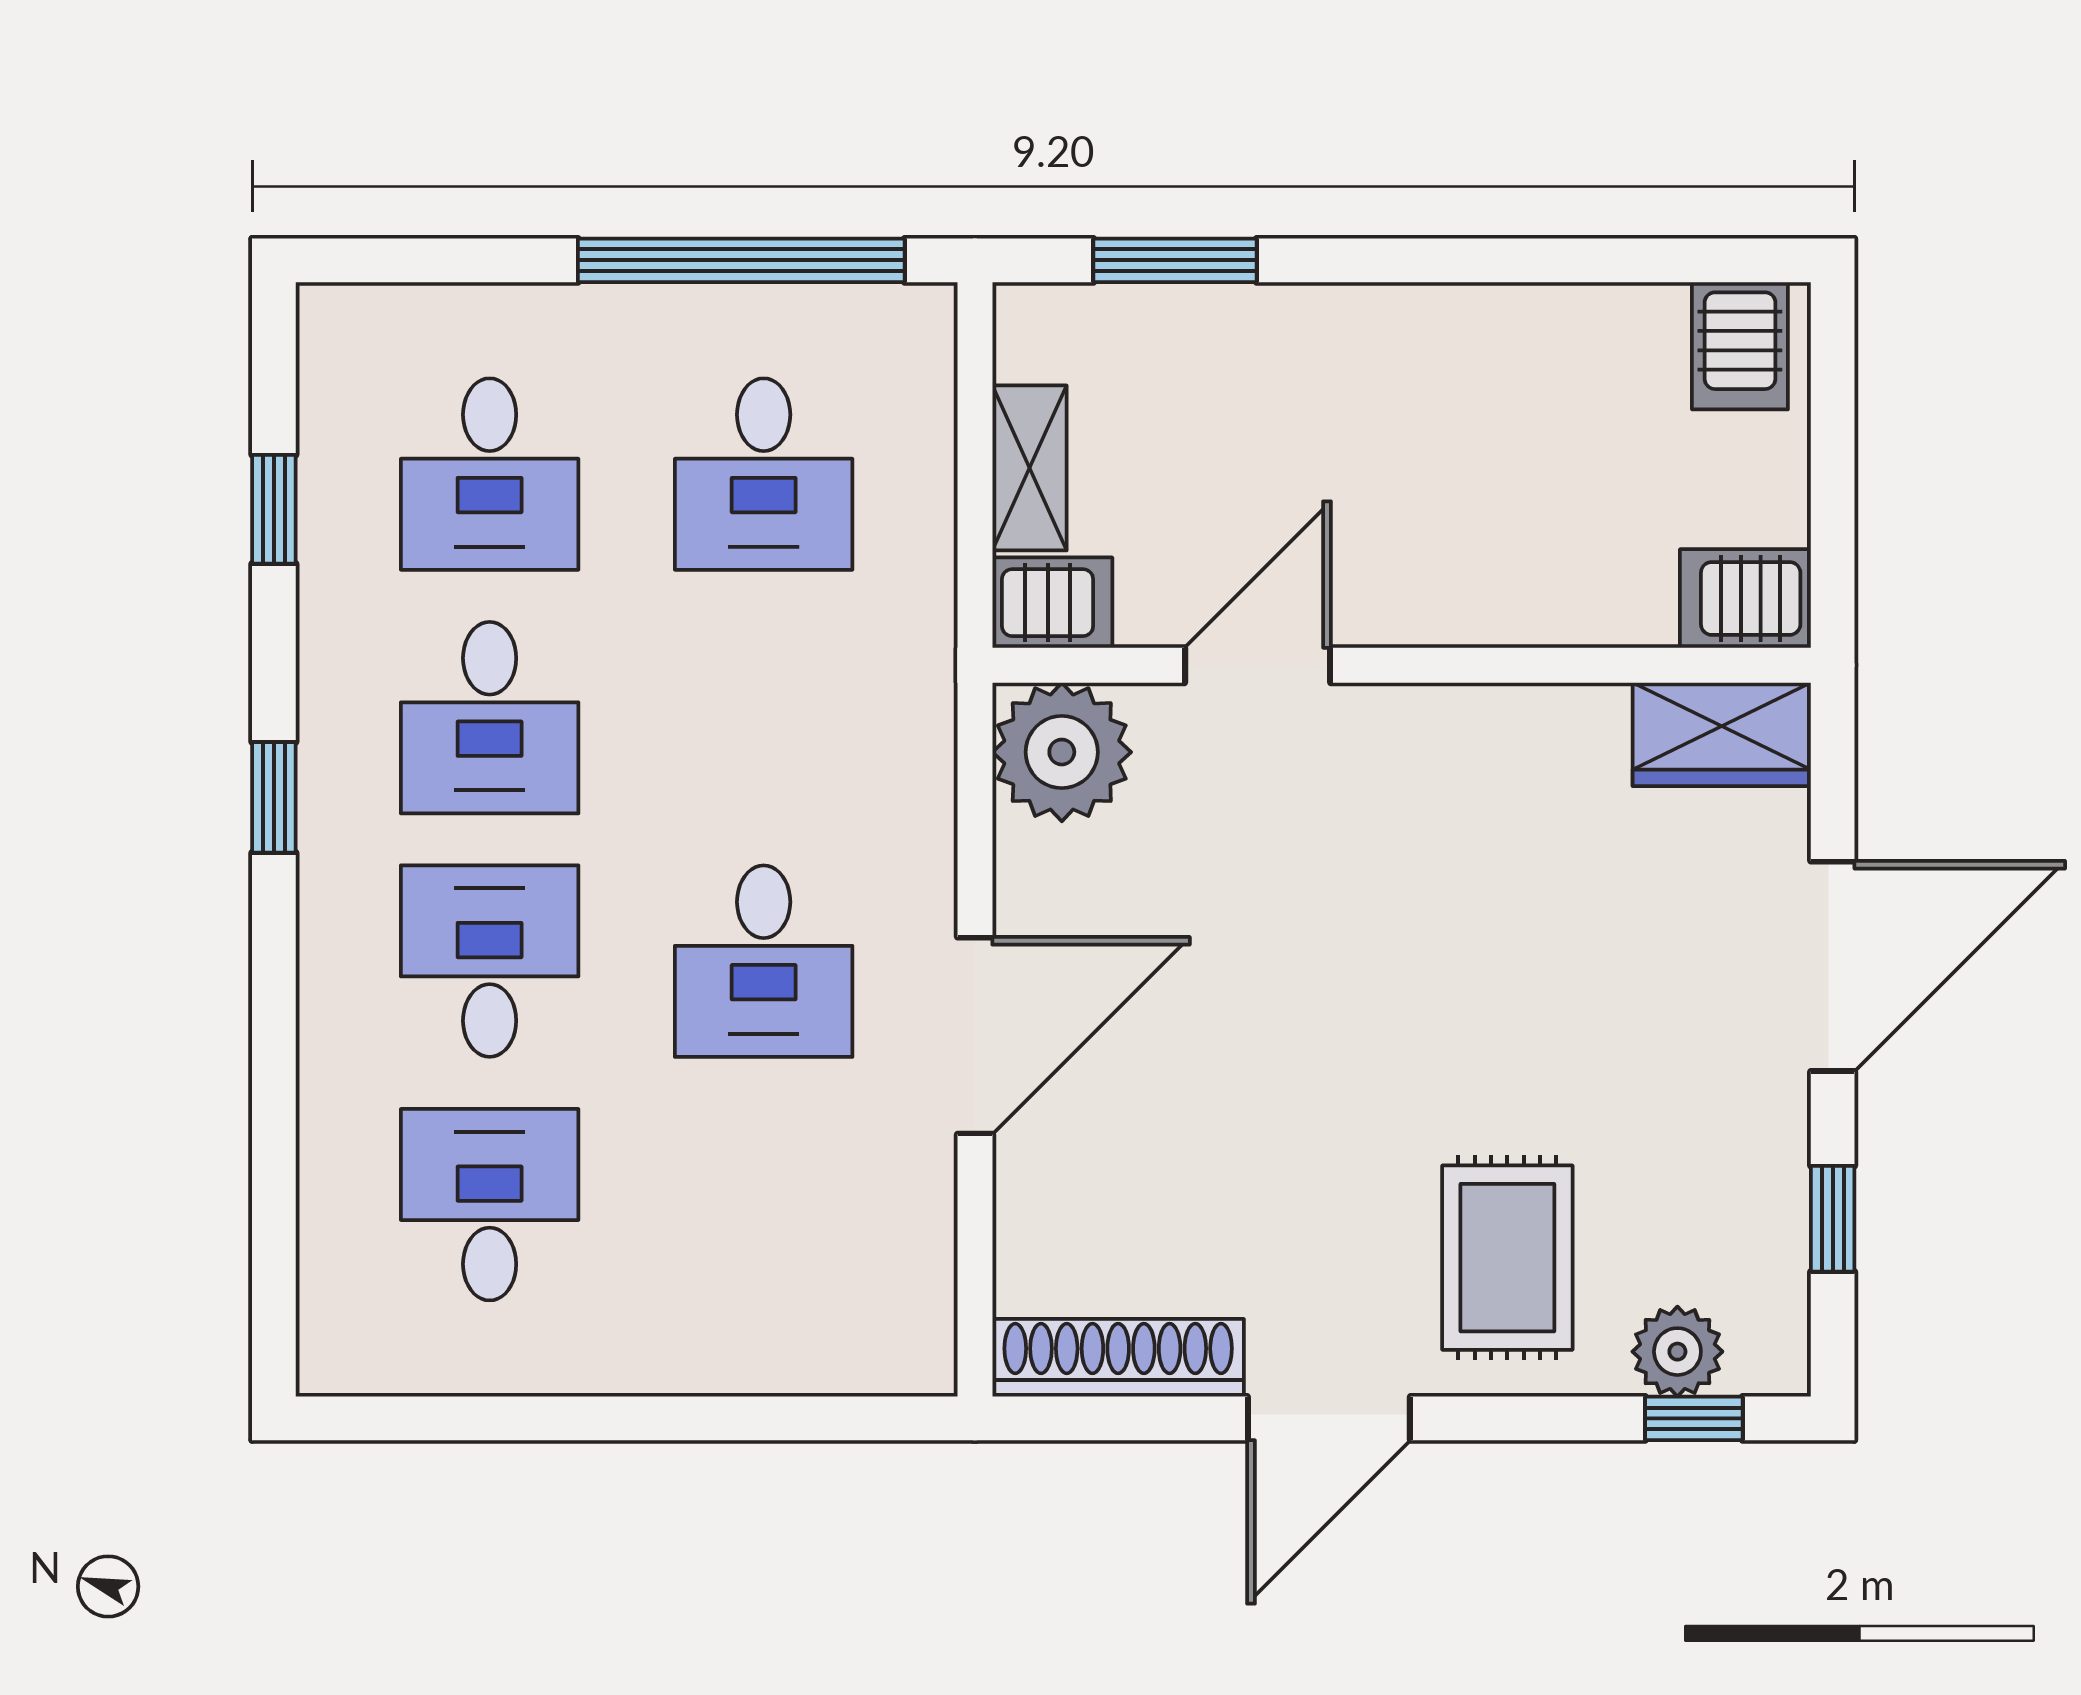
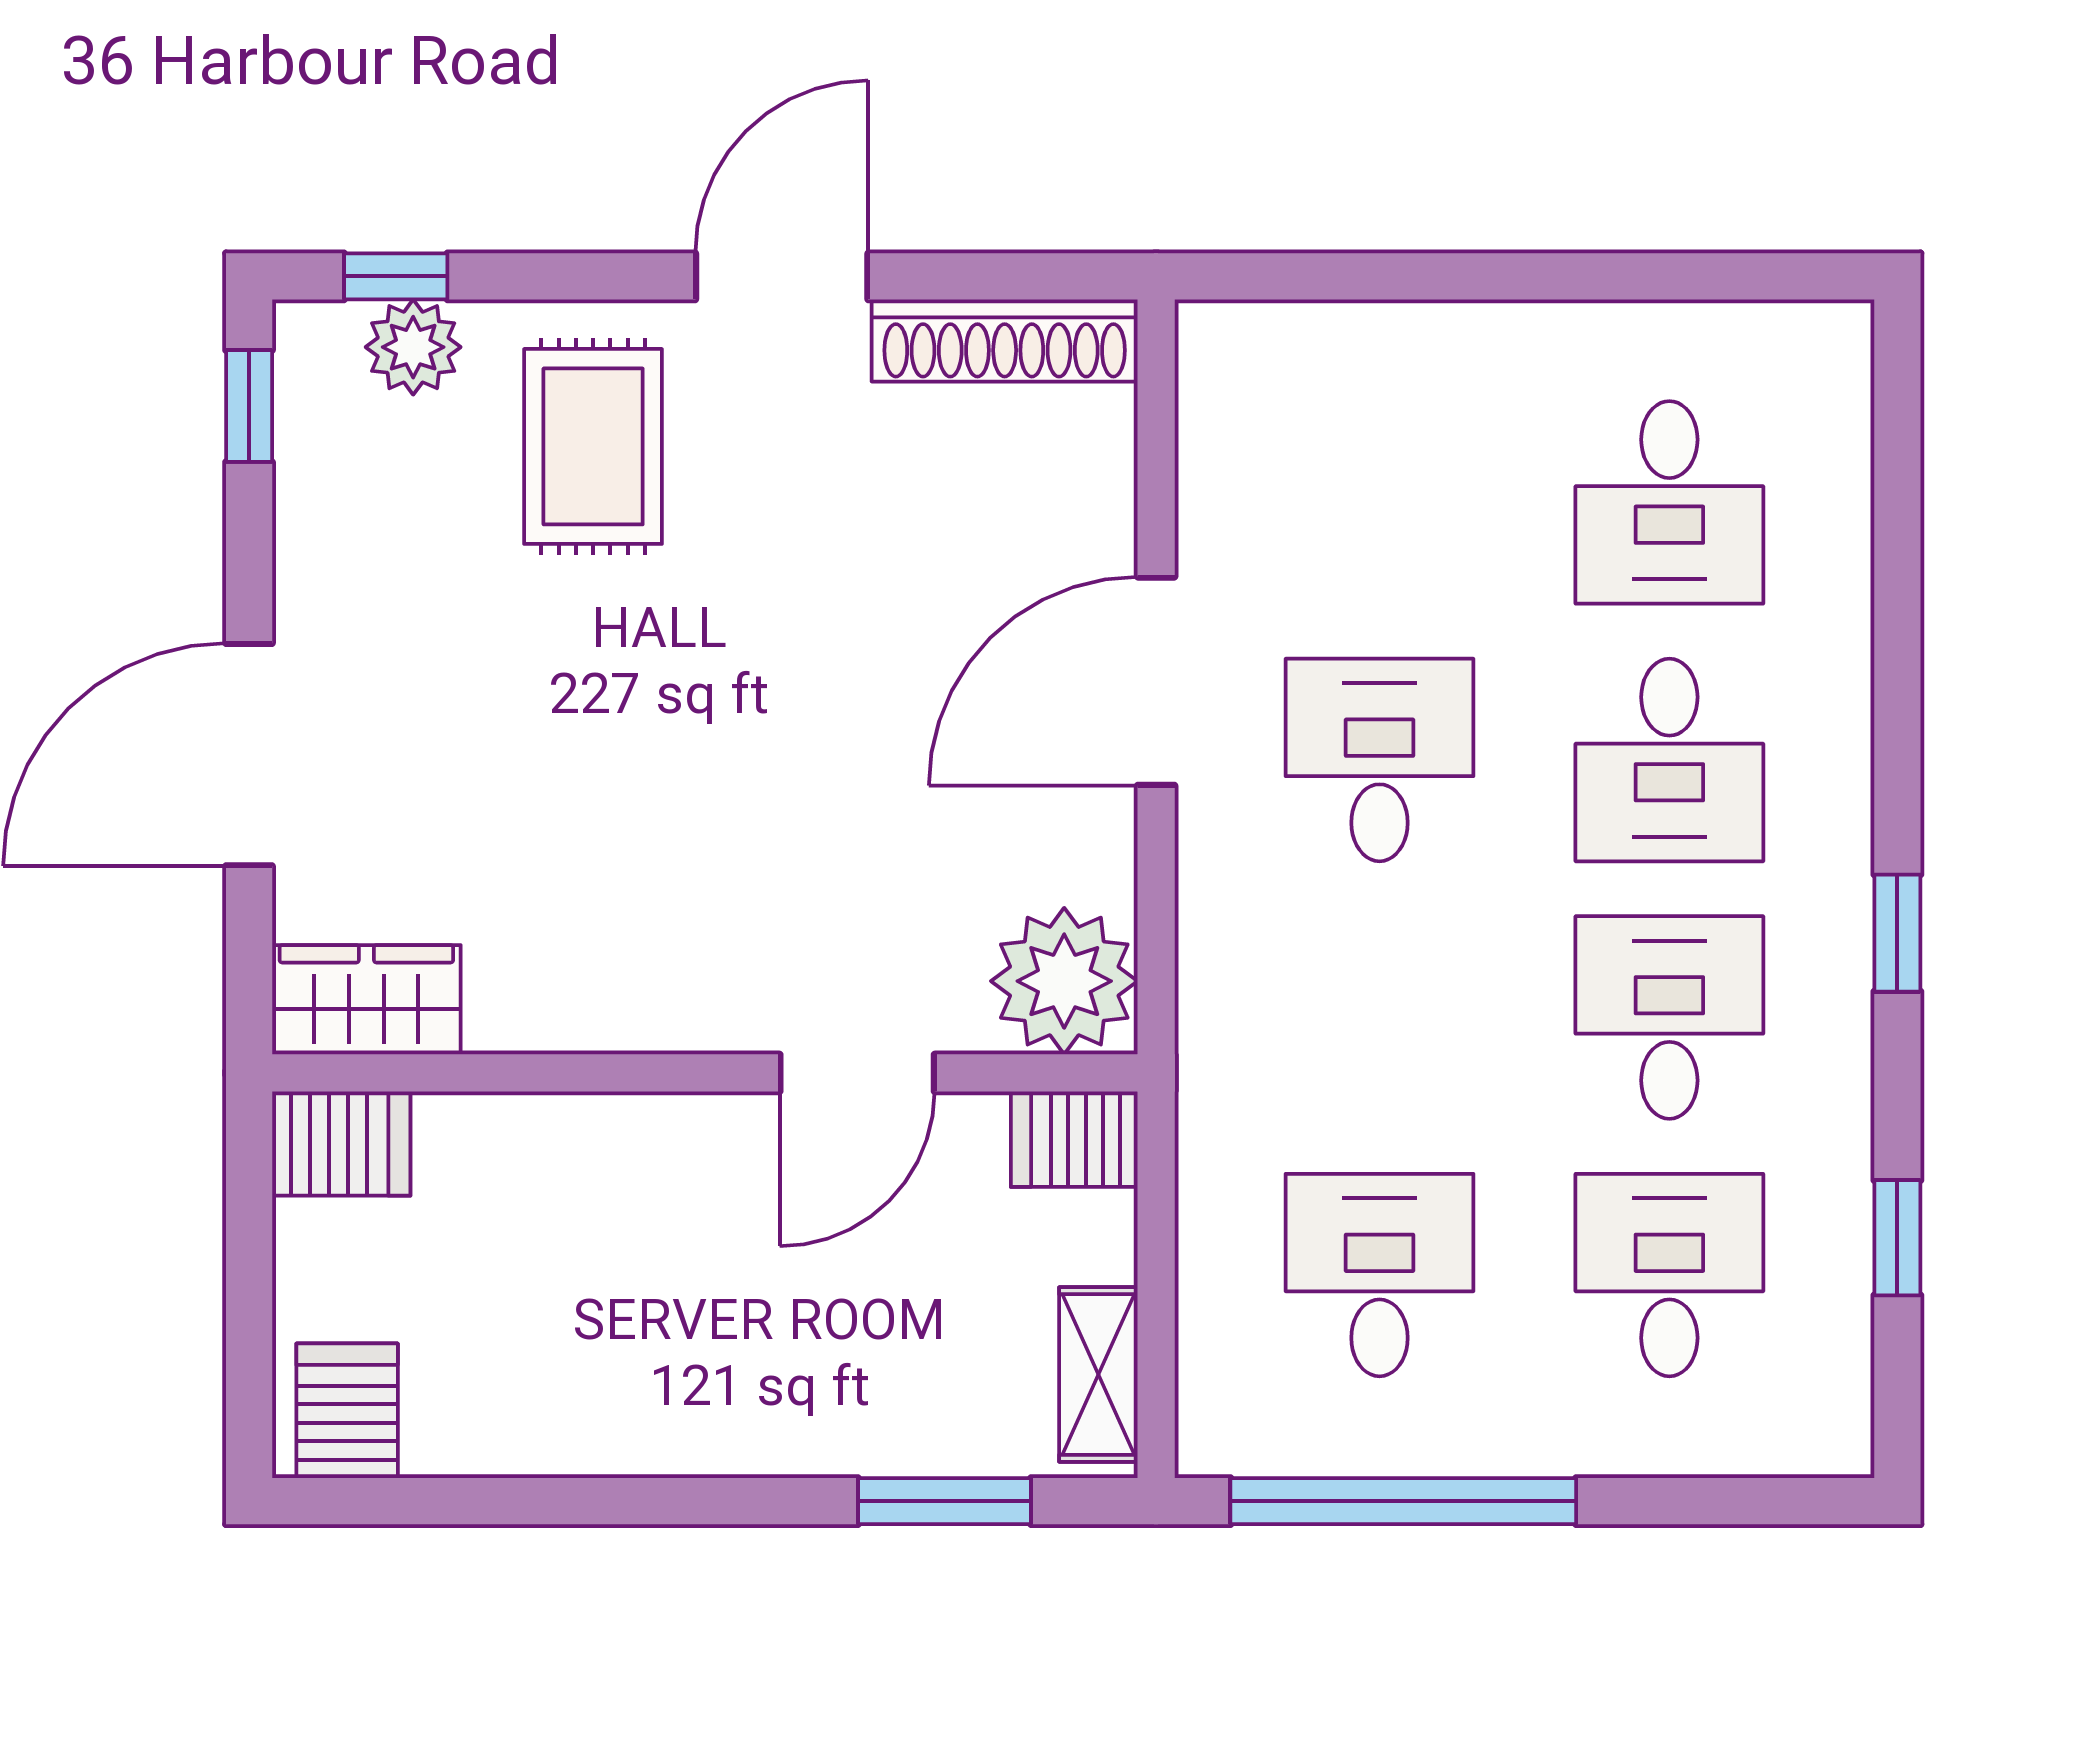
shelving: (1029, 468) -> (1098, 1375), moved
window: (1833, 1219) -> (249, 406), moved

